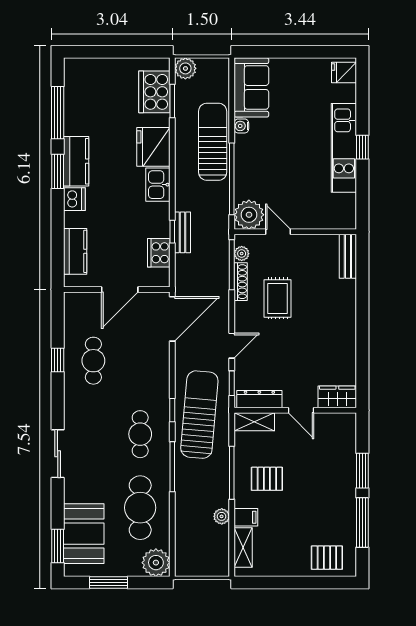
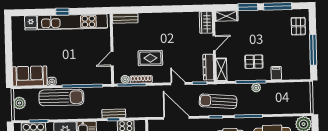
plant: (185, 68) -> (19, 103), moved
fridge: (344, 72) -> (31, 23), moved
sun lounger: (213, 142) -> (61, 97), turned 180
kitchen unit: (344, 148) -> (72, 22), width x1.36
plant: (249, 215) -> (103, 76), removed
door: (172, 319) -> (176, 118), moved
sun lounger: (199, 415) -> (218, 101), width x0.73, depth x0.75
pallet: (267, 479) -> (254, 62), turned 90
plant: (222, 516) -> (256, 88), moved
shelving: (243, 547) -> (226, 16), moved
window: (285, 583) -> (313, 50), added

